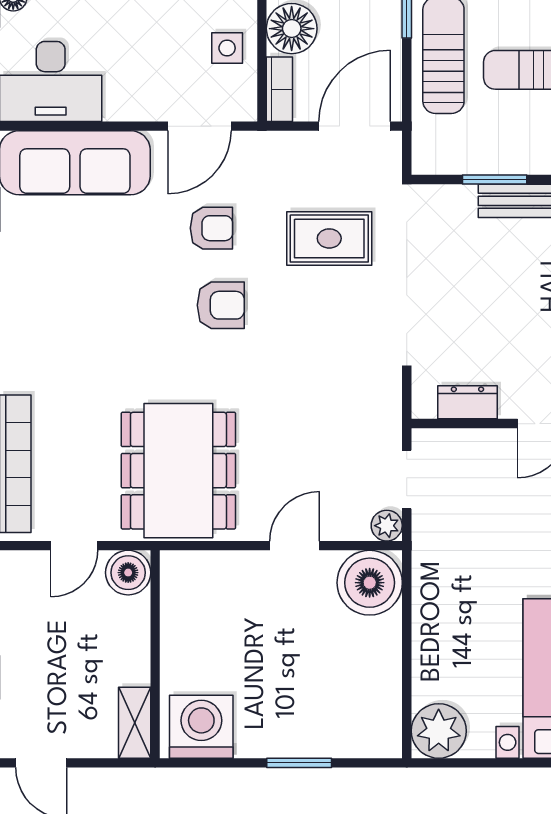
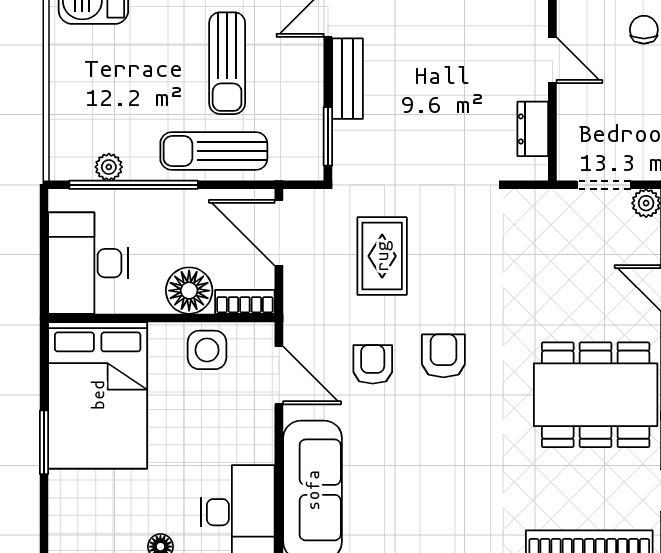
side table: (227, 48) -> (207, 350), width x1.37, depth x1.37
window: (495, 180) -> (328, 136), moved

